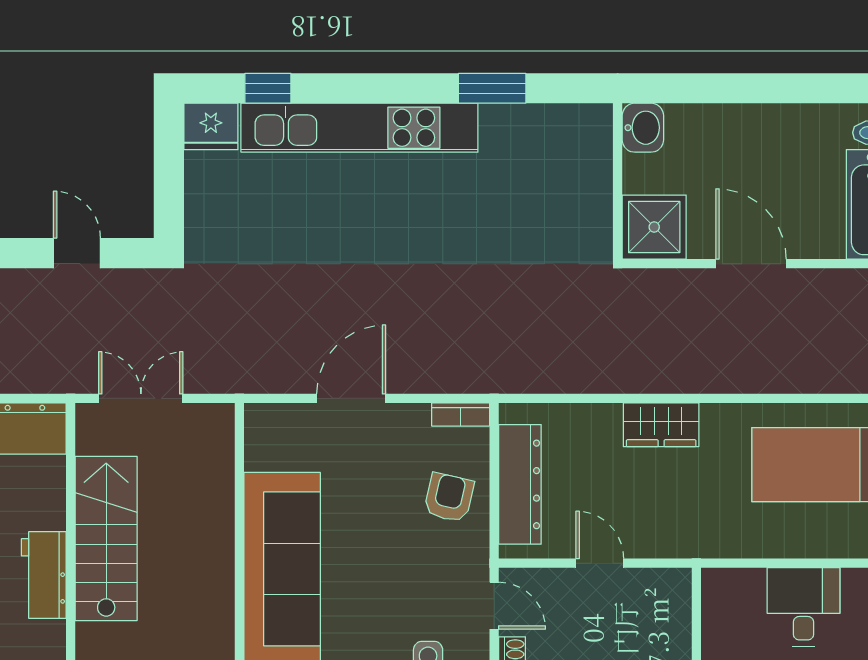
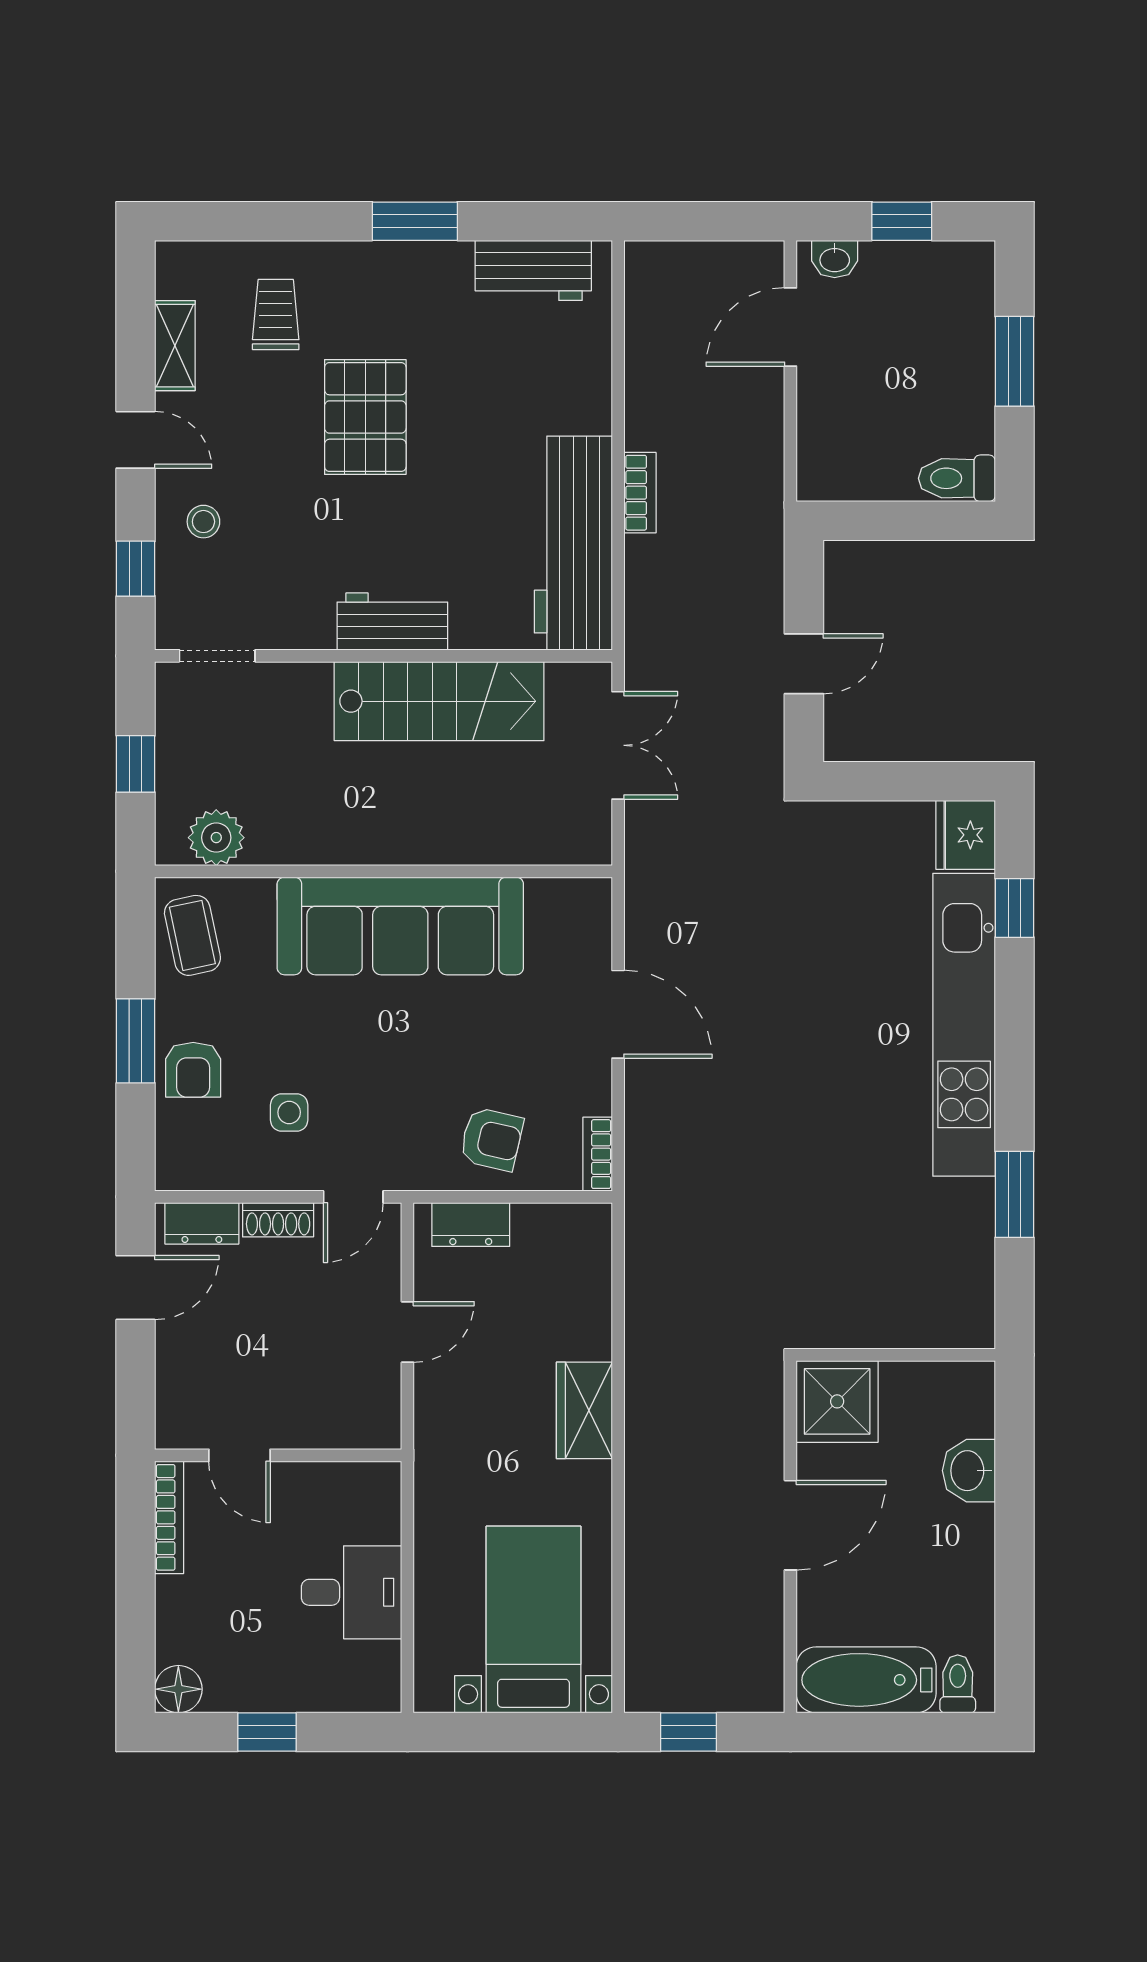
washbasin: (643, 128) -> (969, 1471), moved, turned 90
dresser: (520, 484) -> (471, 1224), width x0.51, depth x0.80

